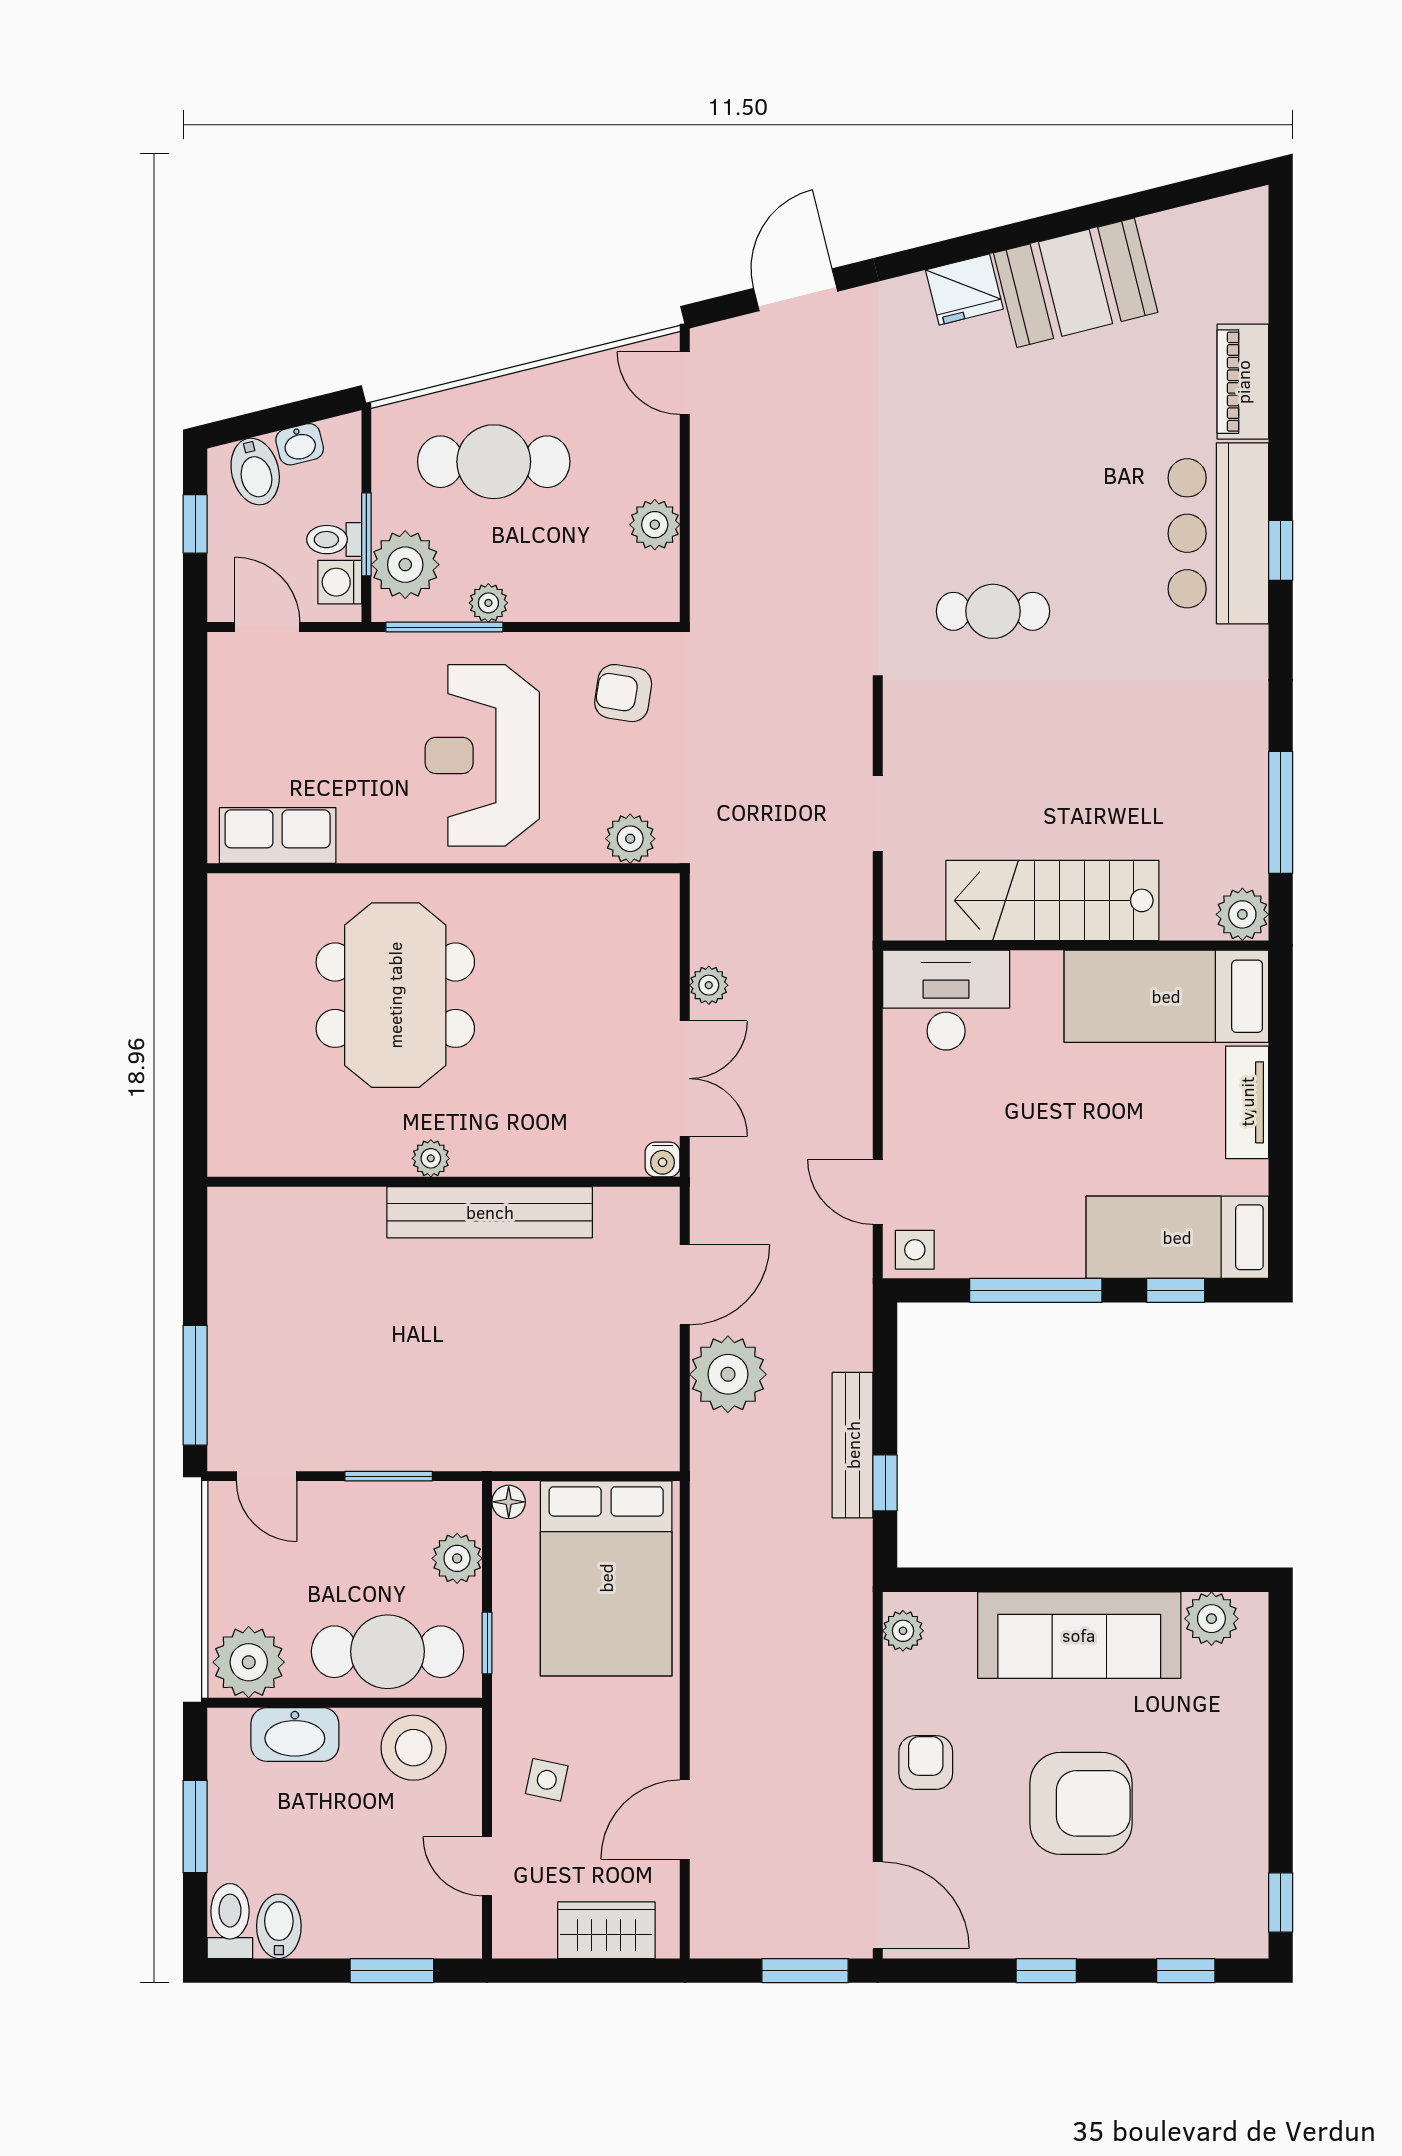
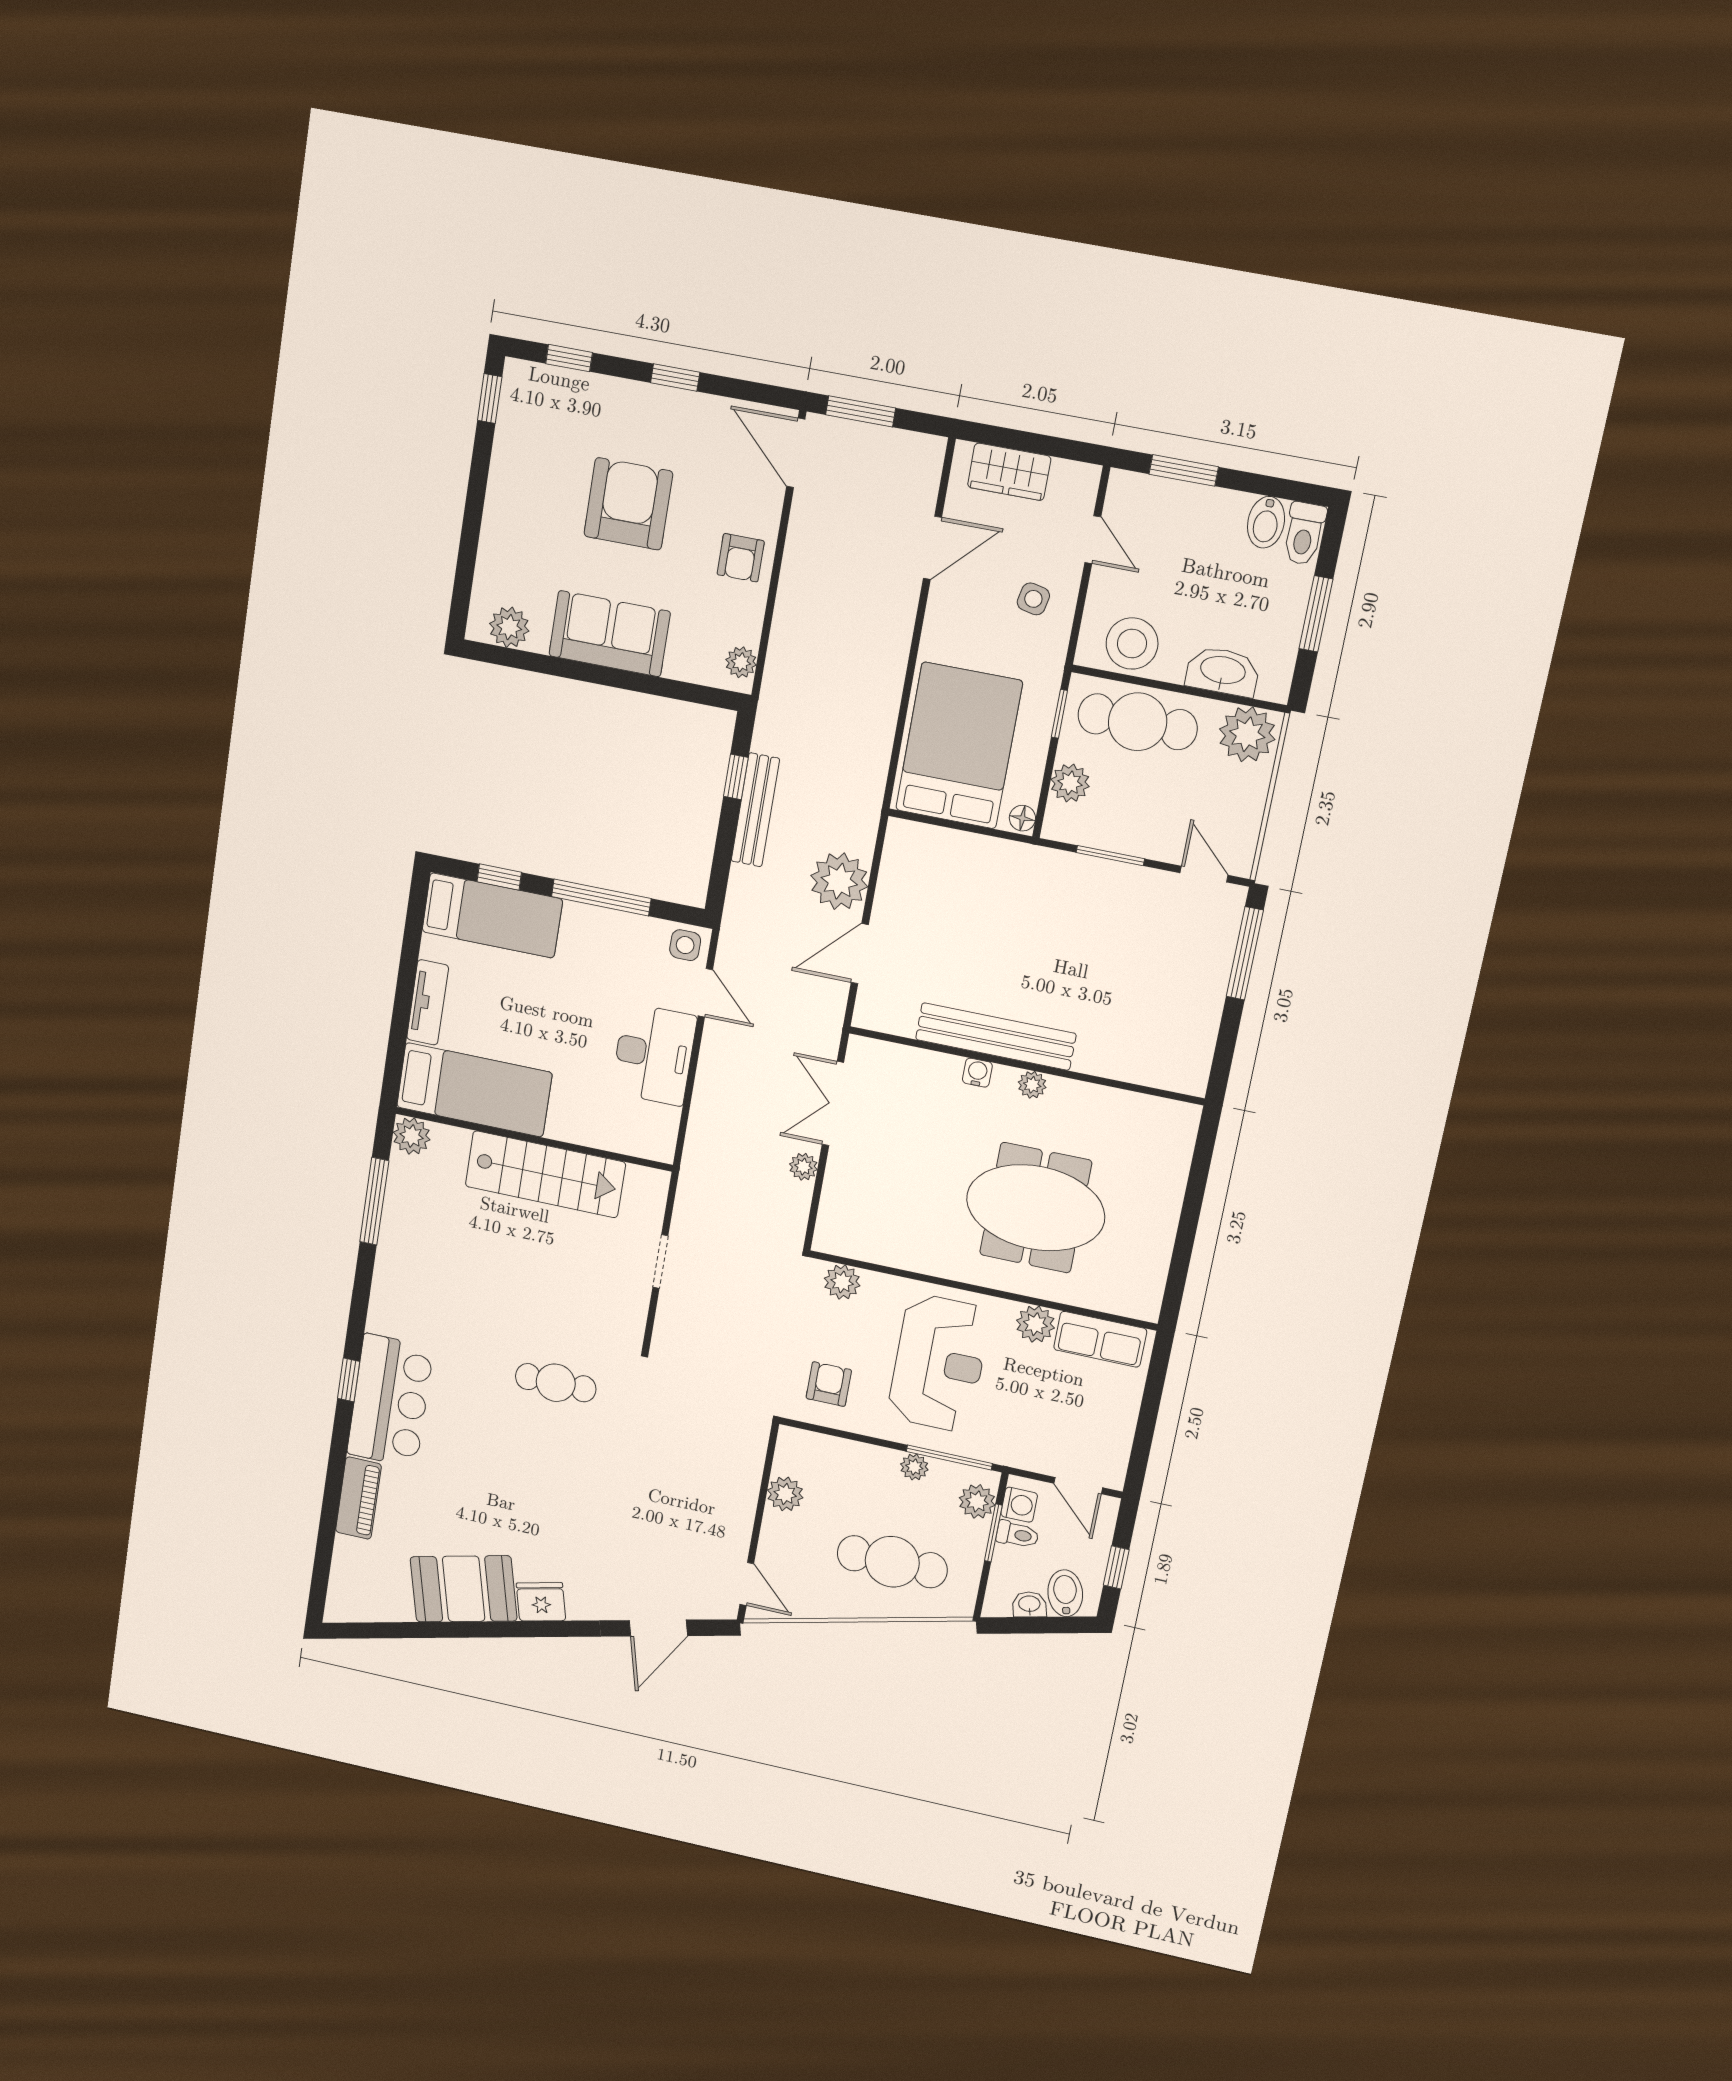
plant: (405, 565) -> (977, 1501), width x0.73, depth x0.73
armchair: (623, 693) -> (829, 1384), turned -99
plant: (366, 837) -> (1035, 1324), added
meeting table: (395, 995) -> (1036, 1208), turned 90
desk: (946, 1000) -> (654, 1054), moved, turned -90
water cooler: (663, 1160) -> (977, 1073), moved
sofa: (1079, 1635) -> (610, 634), width x0.73
armchair: (1081, 1803) -> (628, 504), turned 90

